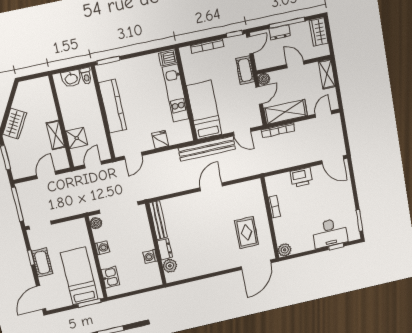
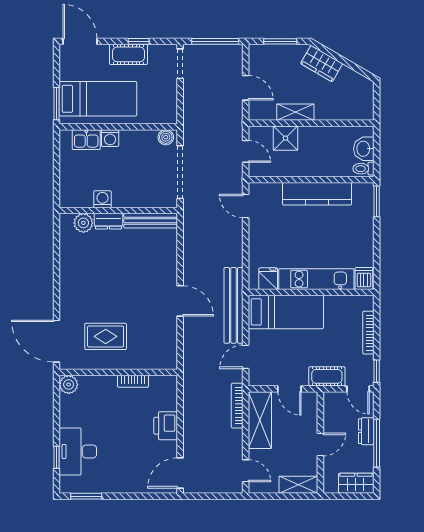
boiler: (264, 79) -> (310, 399), removed
fridge: (160, 140) -> (268, 279), moved, turned -90
washing machine: (102, 248) -> (110, 138), moved

